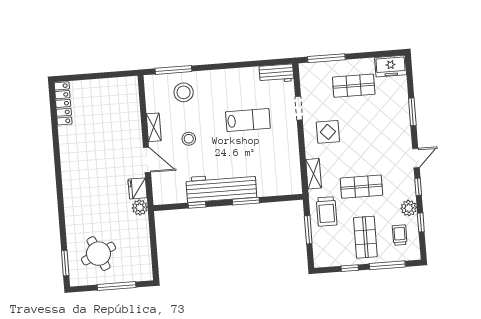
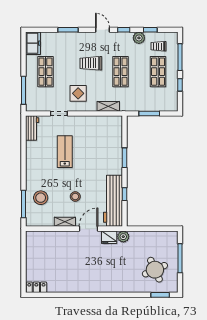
locker: (63, 103) -> (36, 287), width x0.66
workbench: (221, 187) -> (113, 201), moved
trolley: (327, 211) -> (91, 63), moved, turned 180
shop shelf: (365, 237) -> (158, 72), turned 90

